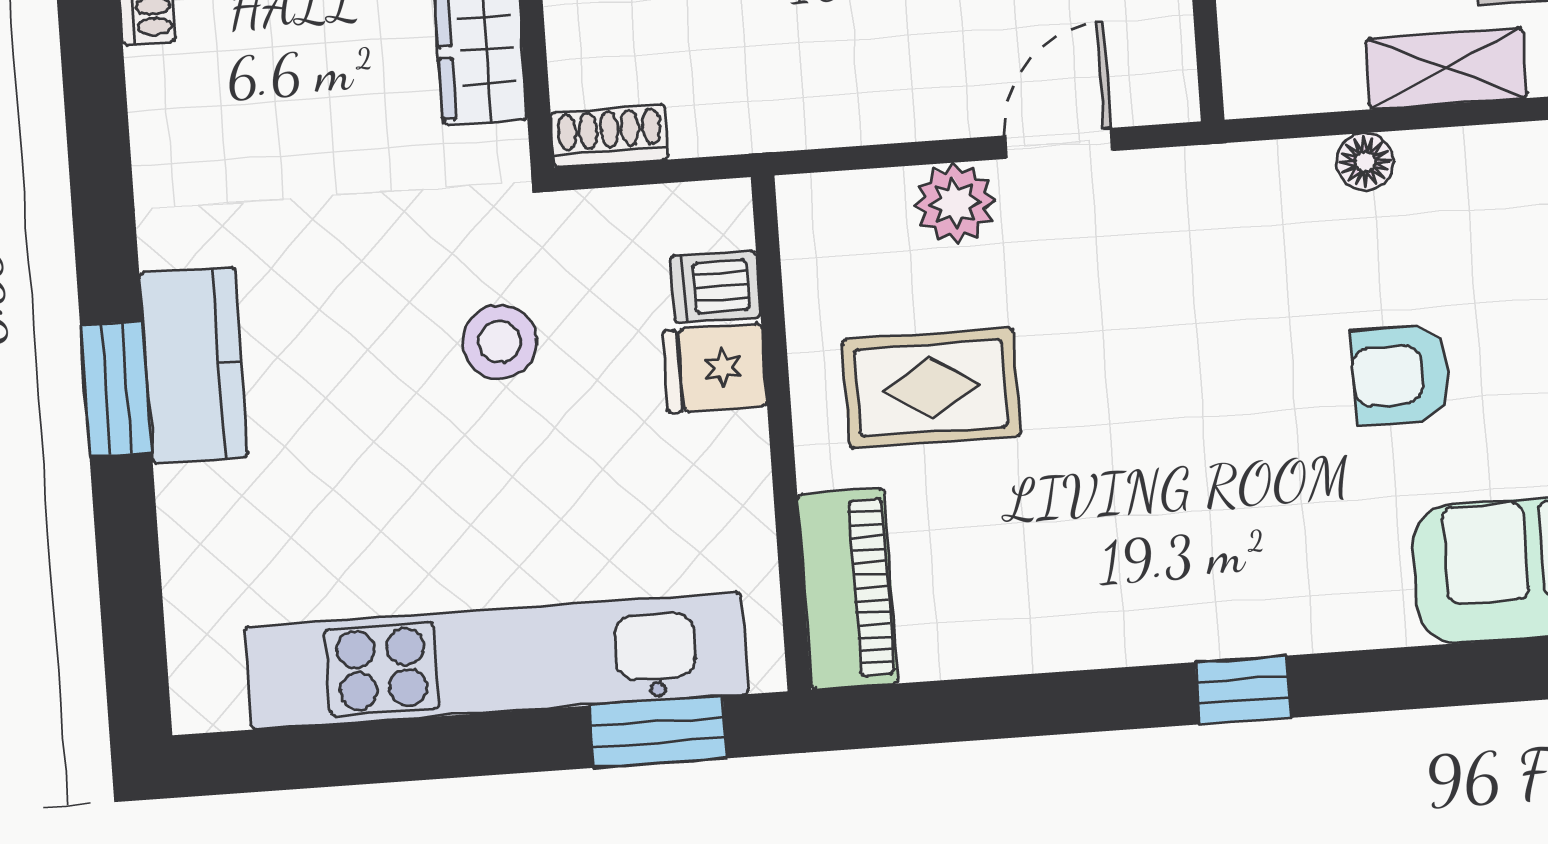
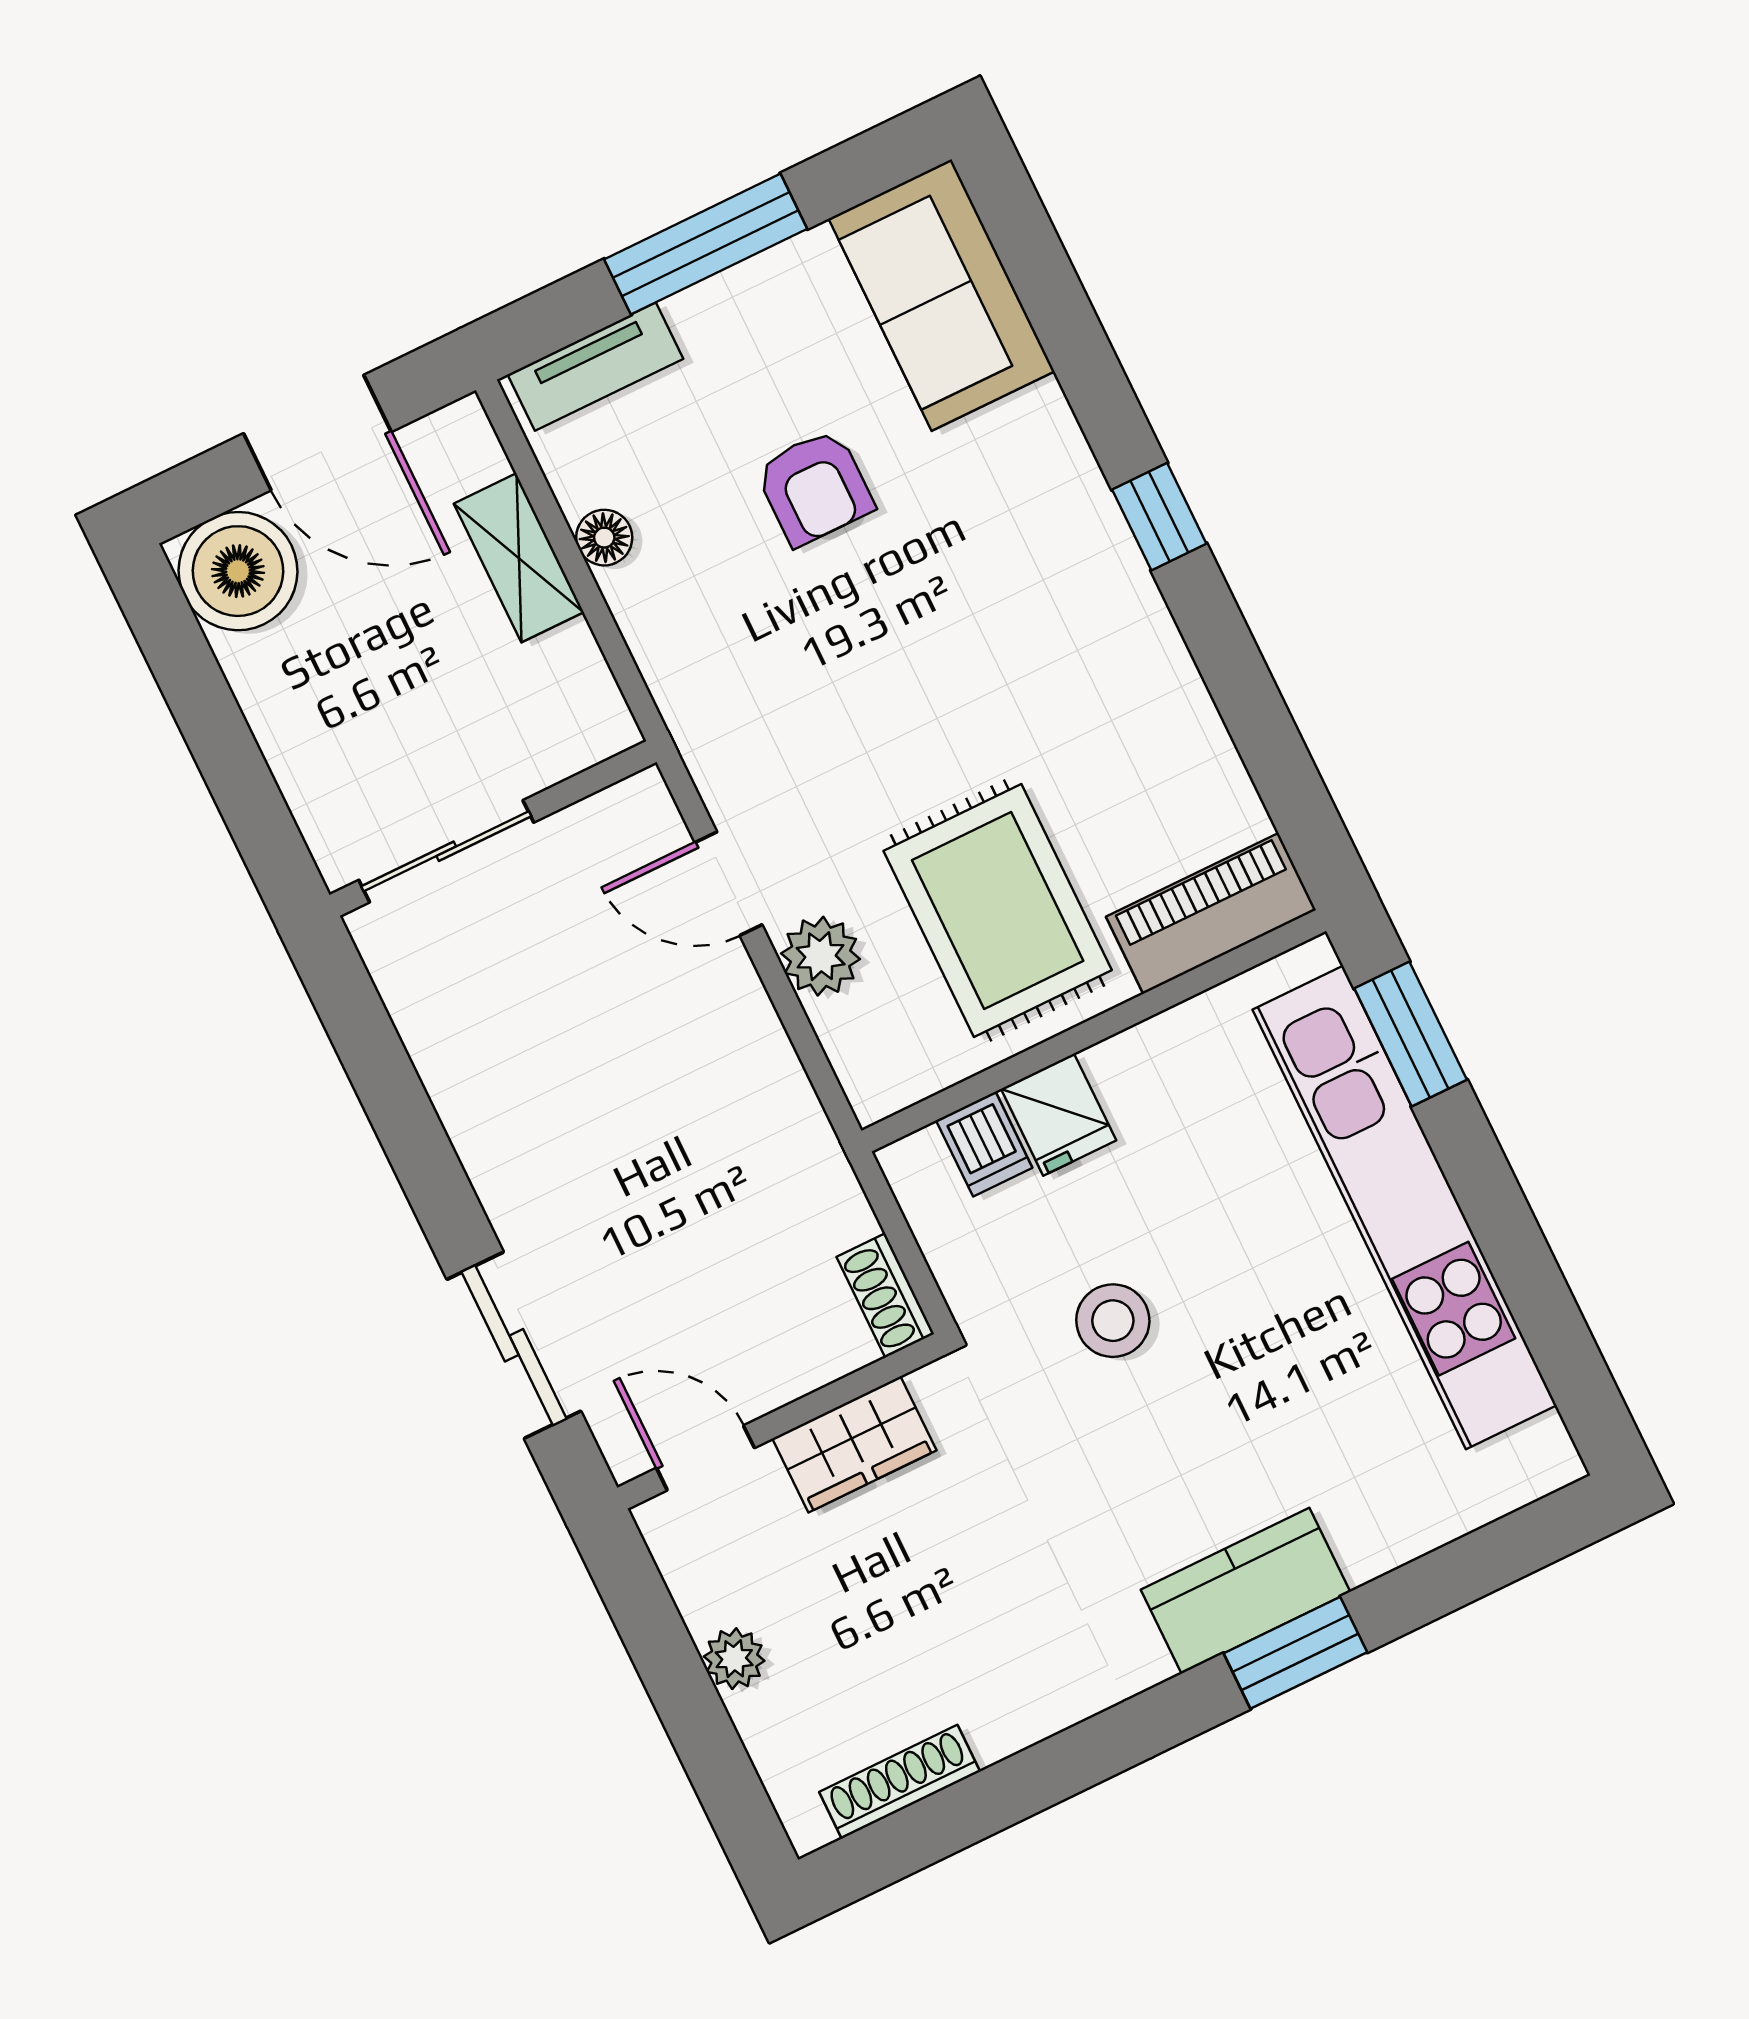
floor lamp: (1365, 162) -> (604, 538), moved
rug: (931, 388) -> (998, 910), width x1.36, depth x1.43

